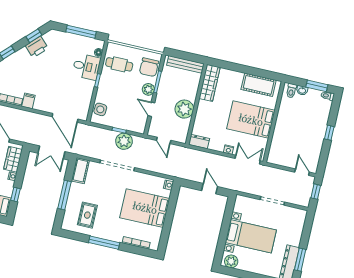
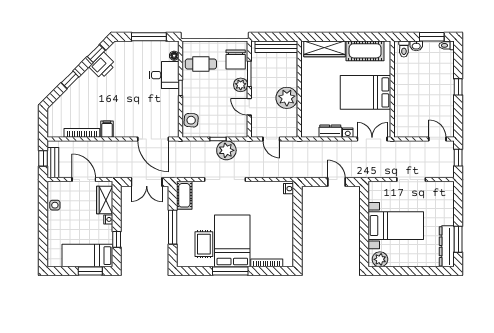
wardrobe: (210, 83) -> (324, 49), moved, turned 90
dresser: (199, 142) -> (330, 131), moved
bed: (145, 208) -> (232, 241), moved, turned 90

